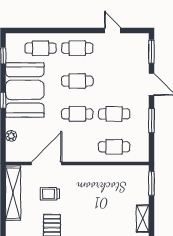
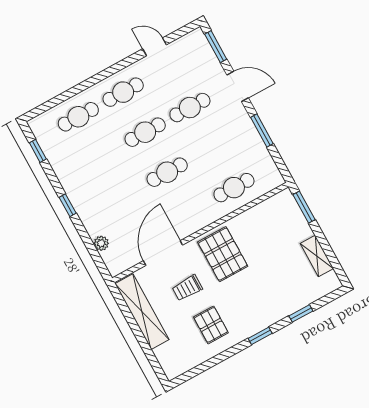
booth: (25, 90) -> (87, 178), removed
cafe table: (114, 114) -> (190, 108), moved
pallet: (84, 185) -> (223, 254), added

